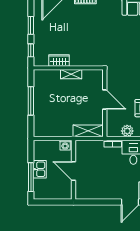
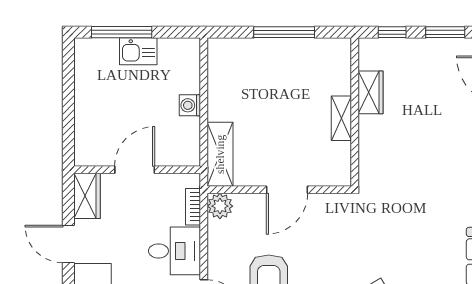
plant: (127, 131) -> (220, 206), moved
wall: (73, 170) -> (137, 170), moved
door: (73, 171) -> (135, 170), moved
wardrobe: (108, 193) -> (87, 196), added

